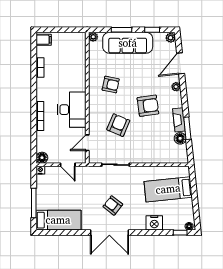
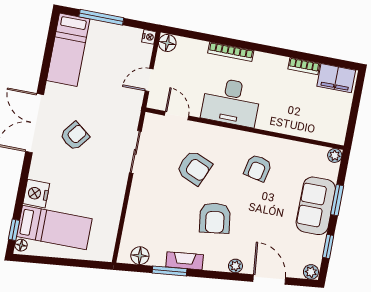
filing cabinet: (44, 40) -> (336, 78), width x2.00
sofa: (128, 43) -> (316, 206), width x0.73
floor lamp: (180, 138) -> (140, 256), moved
bed: (168, 189) -> (54, 228), moved, turned 96

